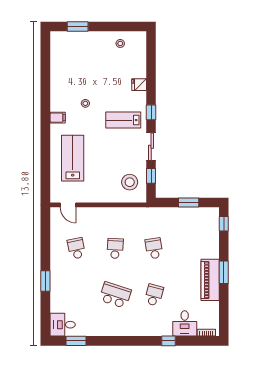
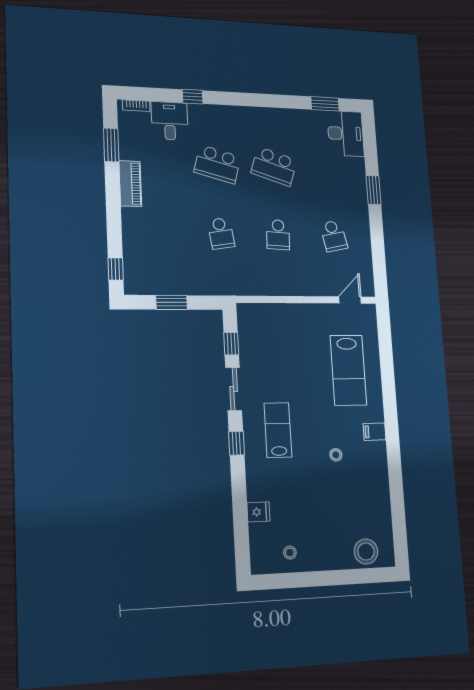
window: (78, 27) -> (356, 576), removed
fridge: (139, 85) -> (258, 512), moved
lab bench: (123, 120) -> (278, 430), turned -90
stool: (130, 182) -> (366, 552), moved
door: (68, 205) -> (350, 300), hinge flipped
window: (224, 272) -> (111, 145), moved
piano: (210, 280) -> (130, 184), width x0.73, depth x0.75
school desk: (154, 295) -> (217, 164), width x1.85
desk: (63, 325) -> (346, 134), width x1.37

